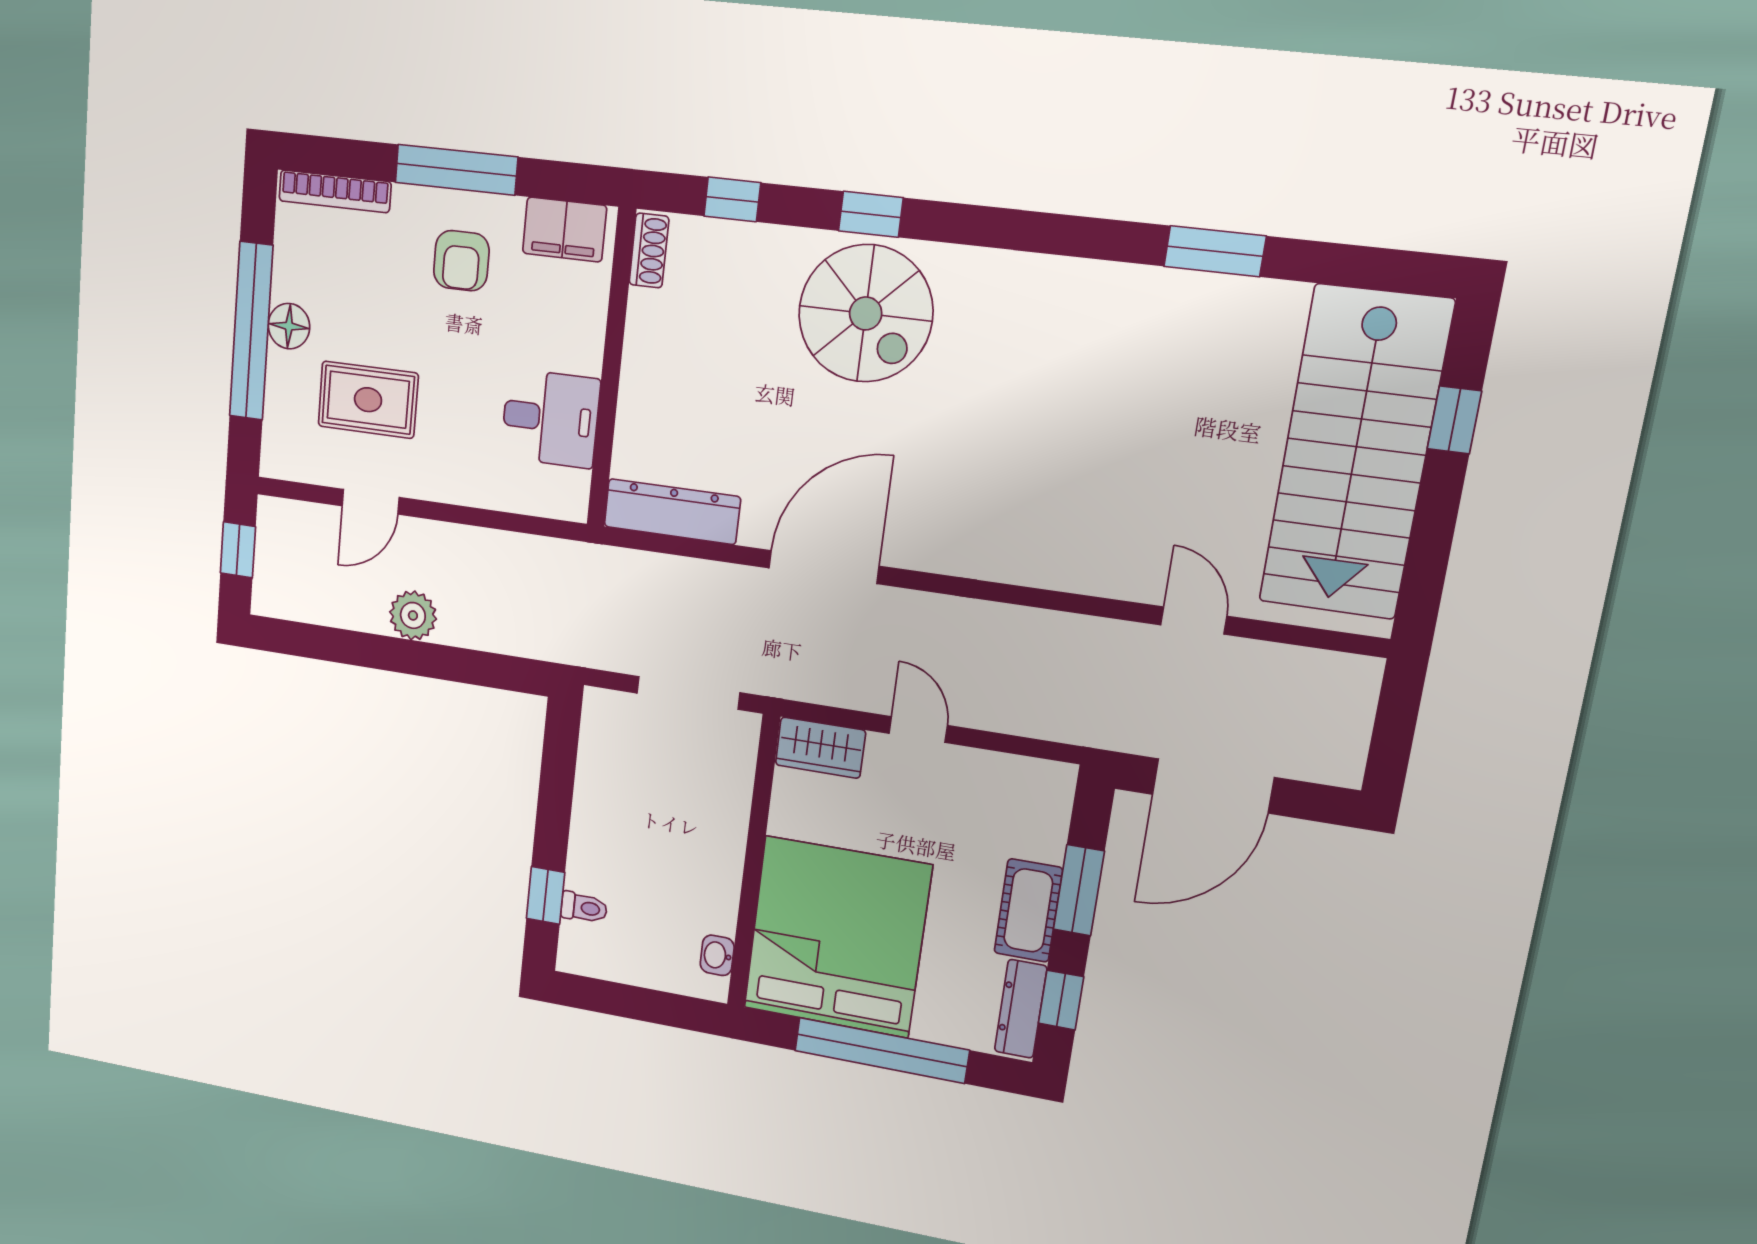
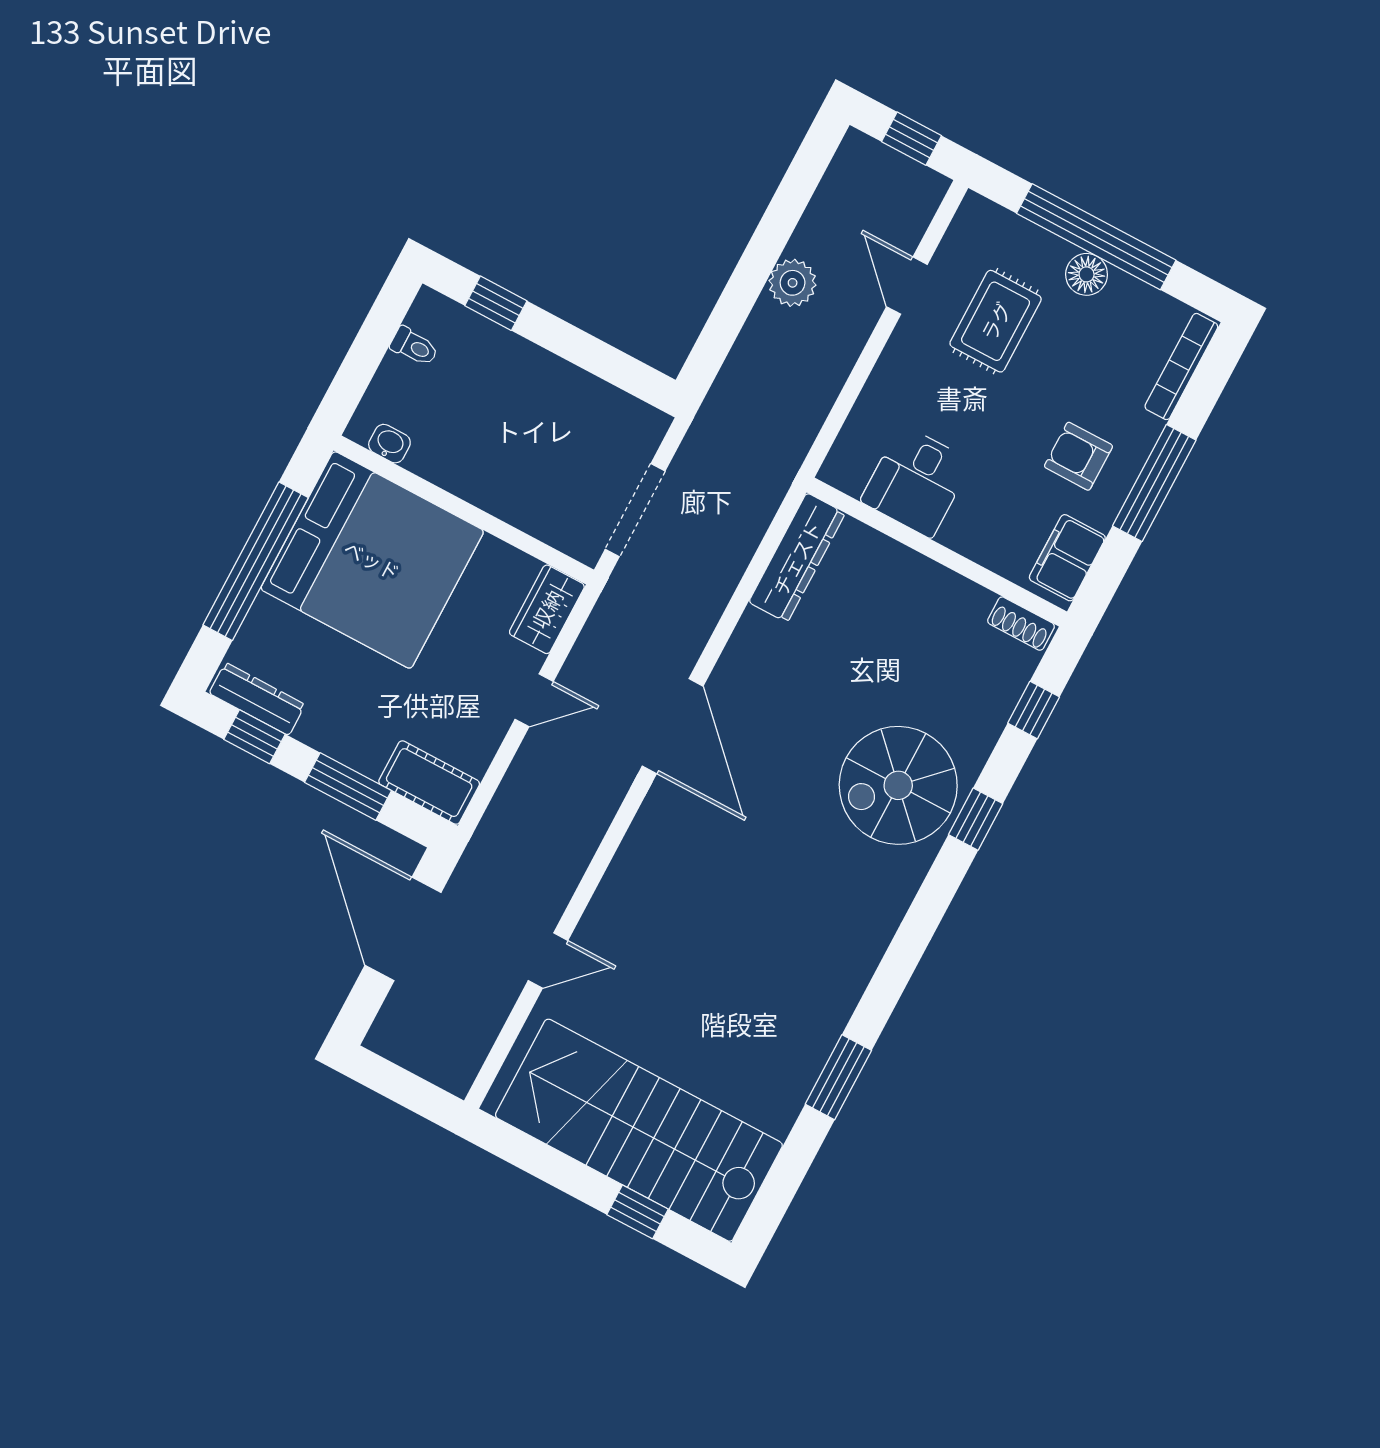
door: (824, 567) -> (673, 726), moved
toilet: (584, 908) -> (414, 347), moved, turned -90
cot: (1028, 910) -> (429, 783), moved

